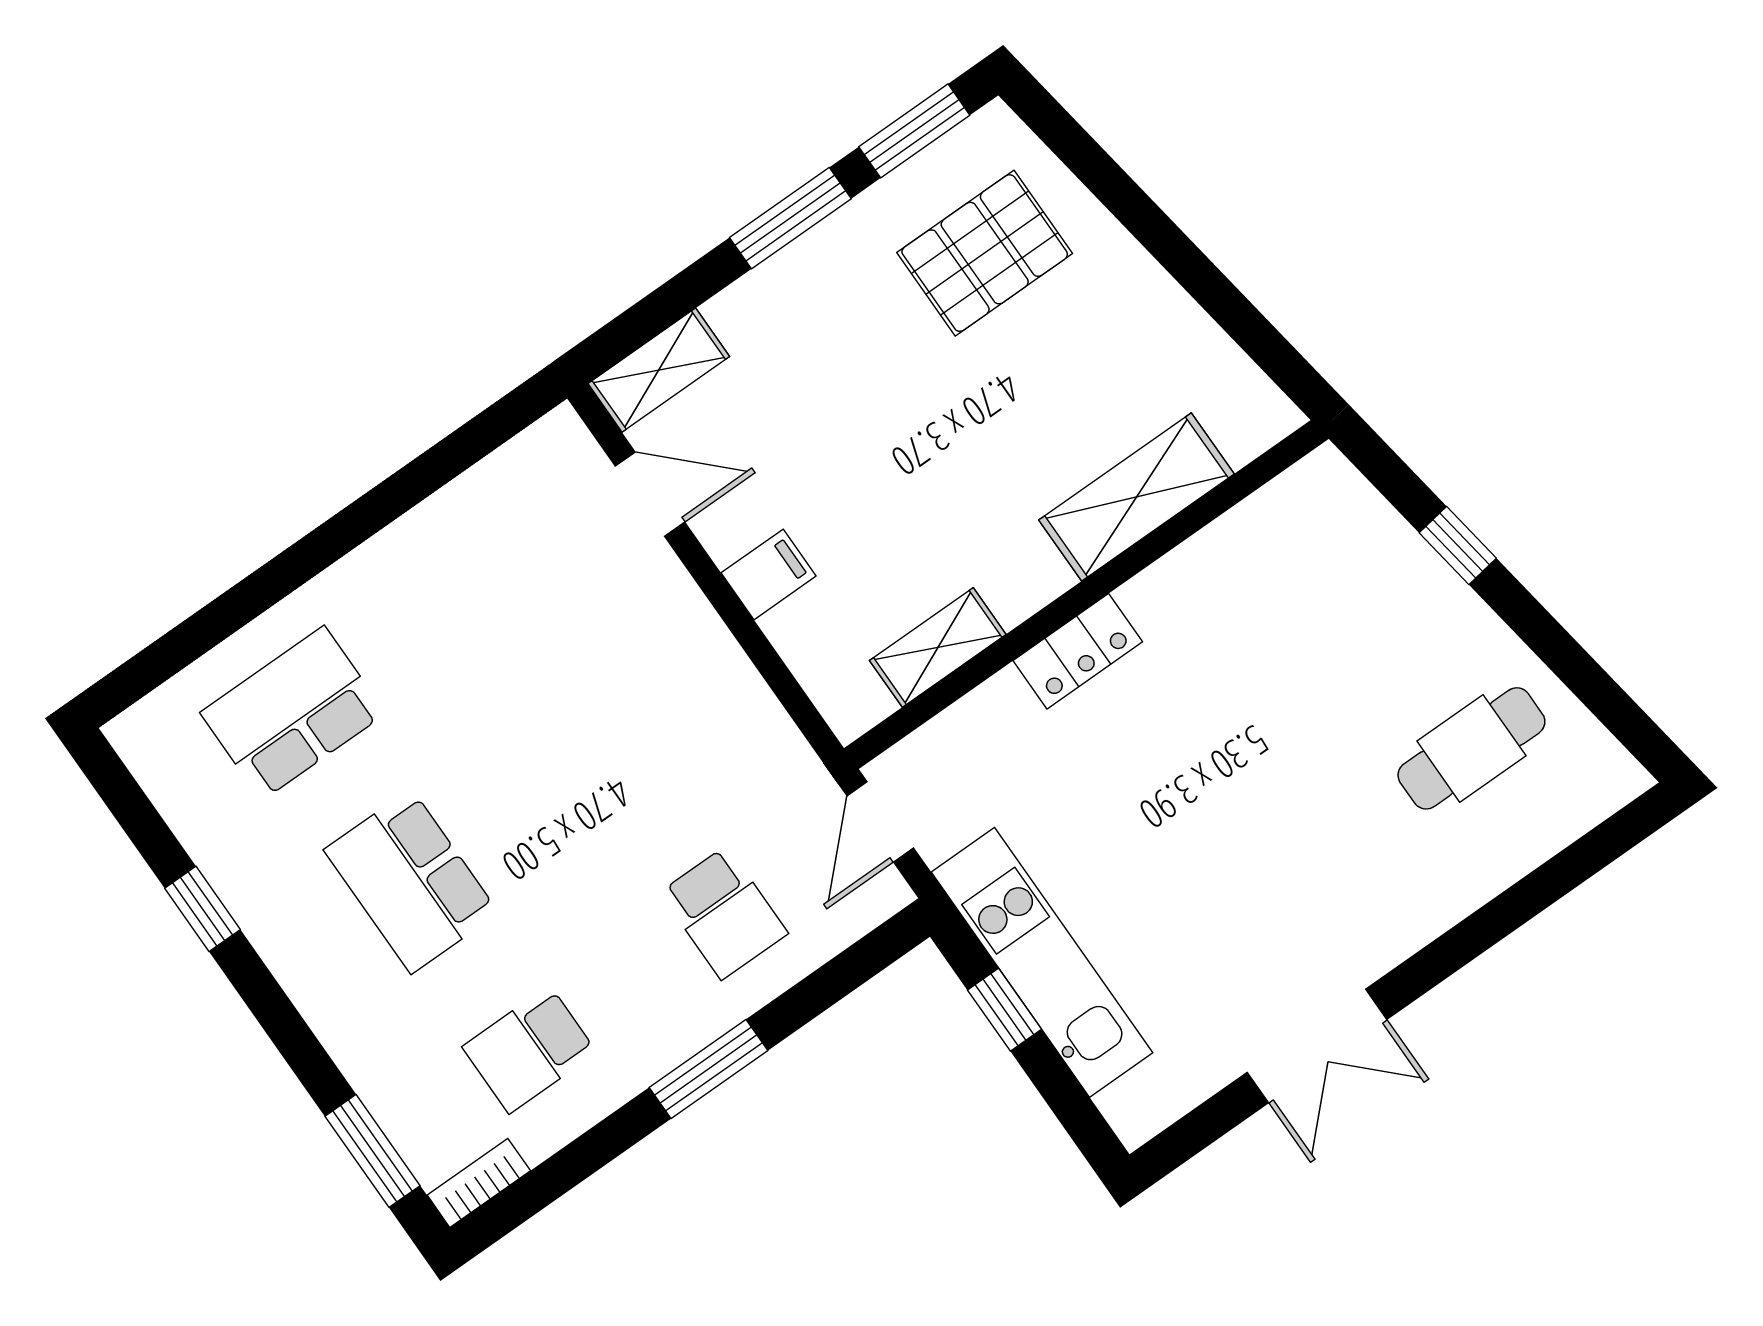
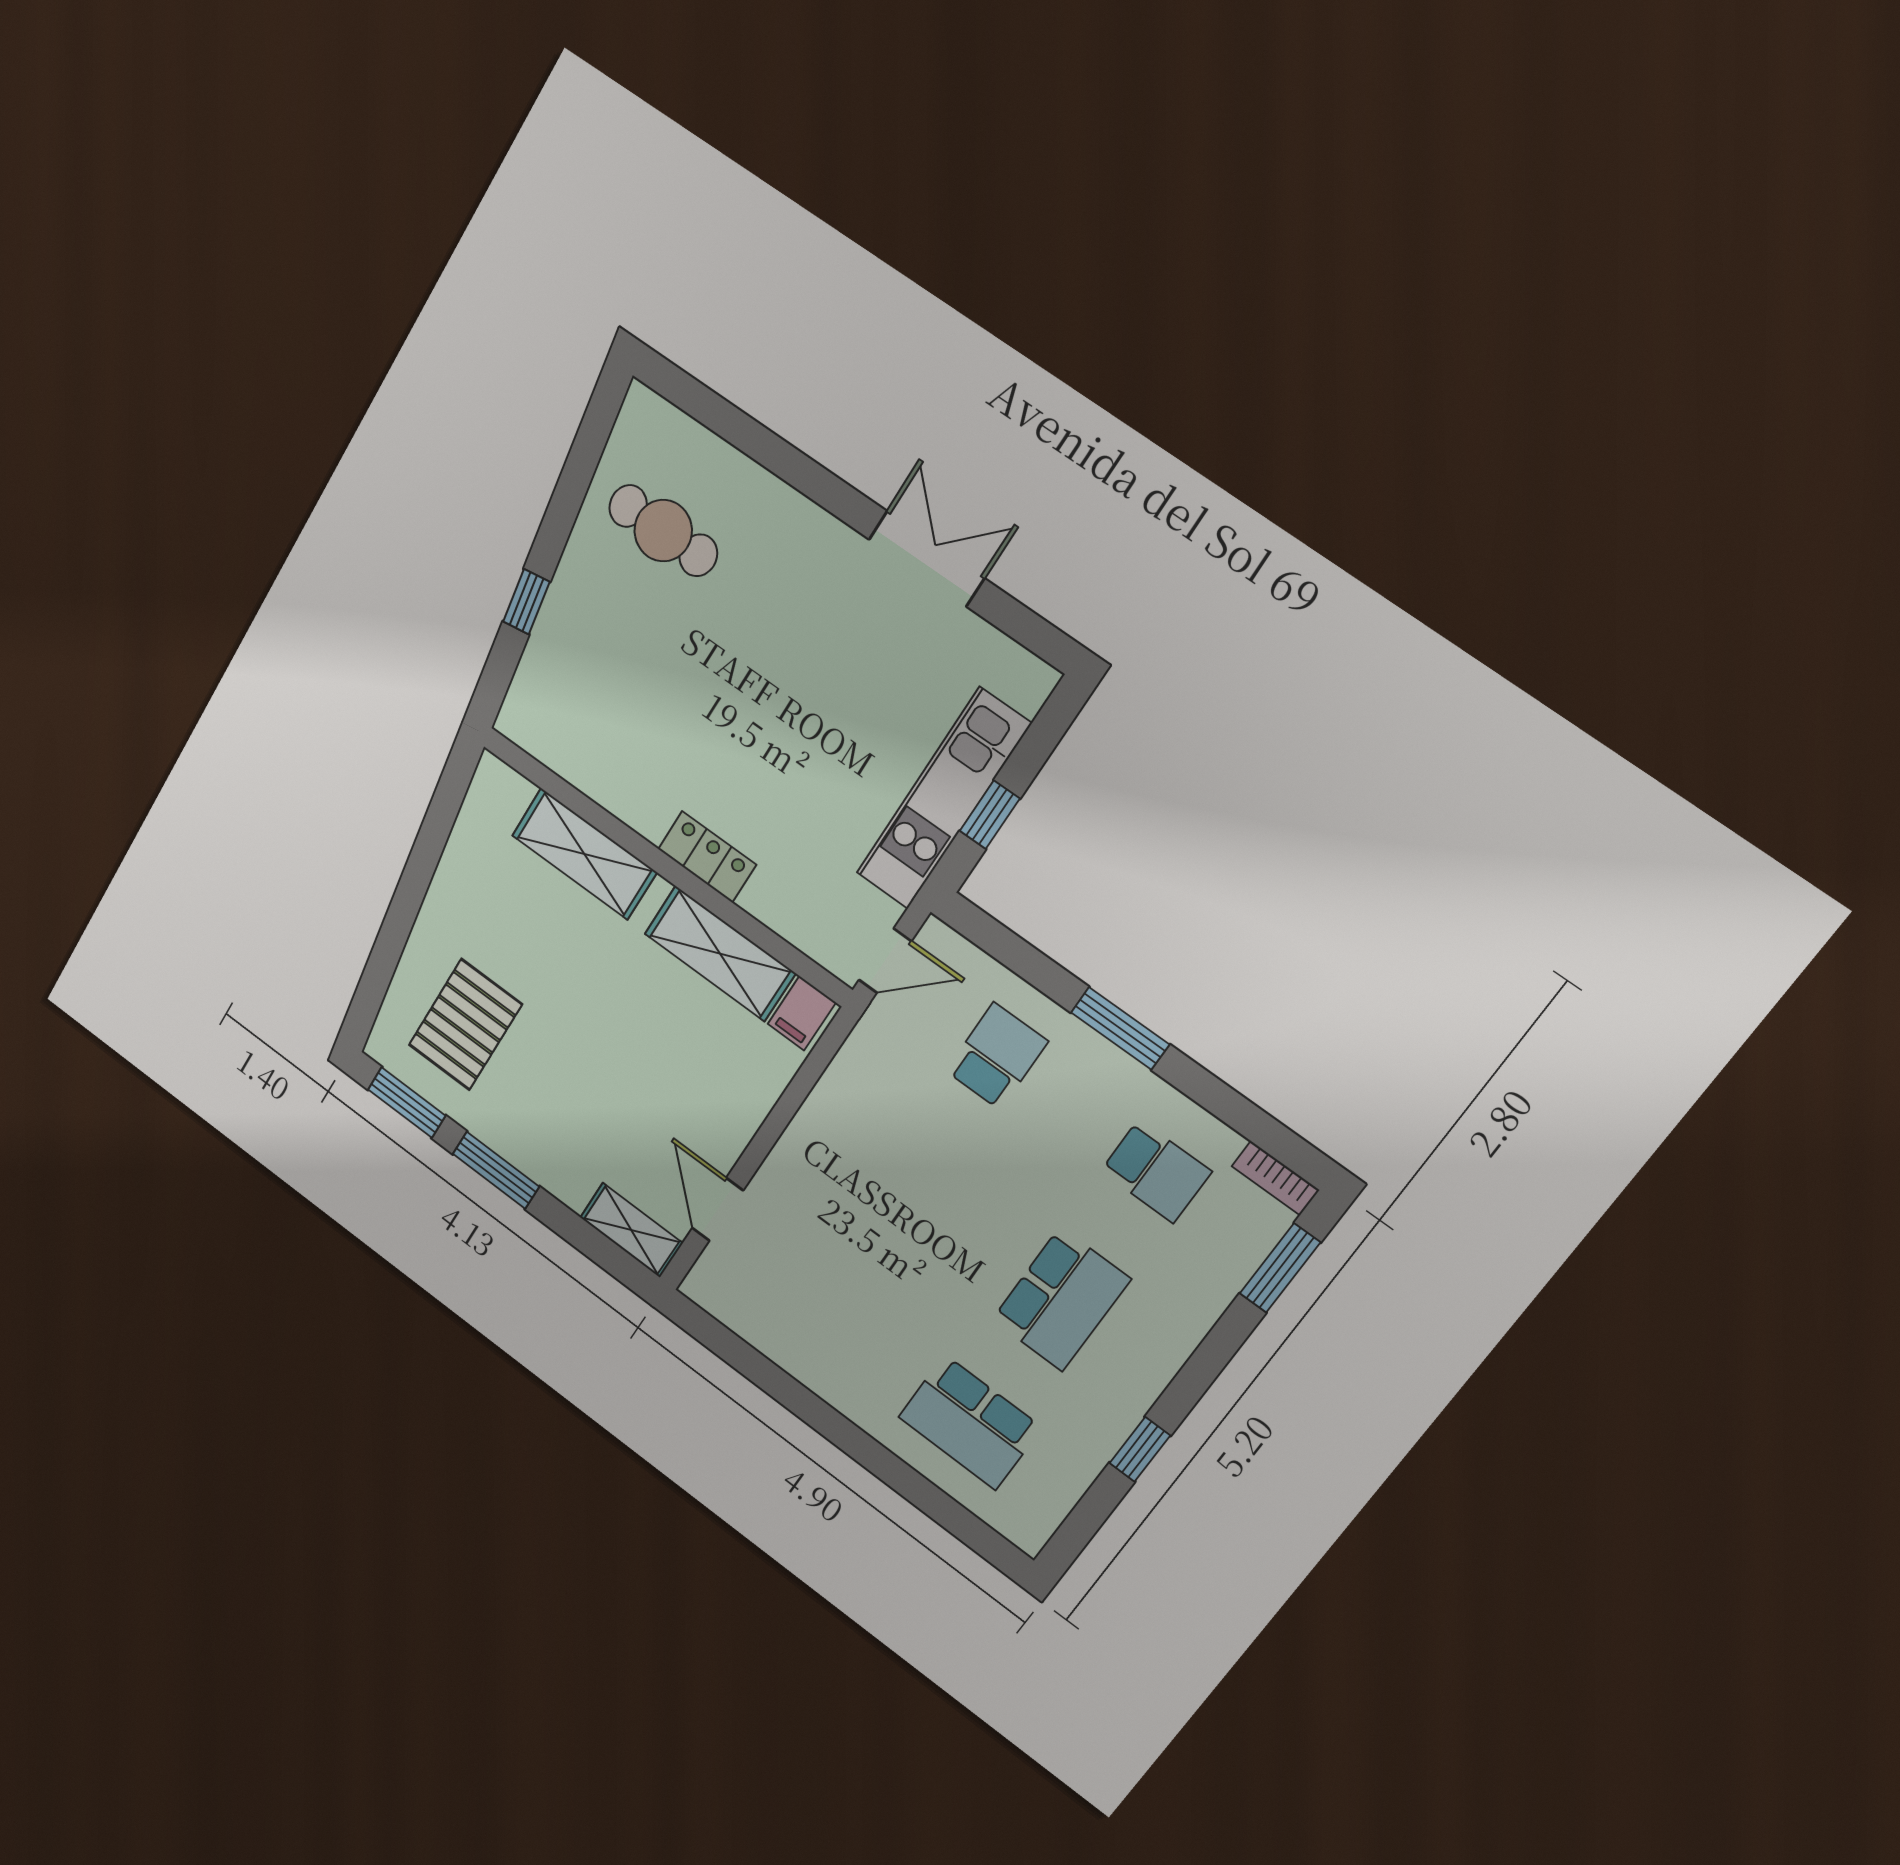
pallet: (985, 253) -> (465, 1025), turned 90
filing cabinet: (769, 574) -> (802, 1013), moved, turned -90
shelving: (938, 647) -> (720, 954), width x1.50, depth x1.33

